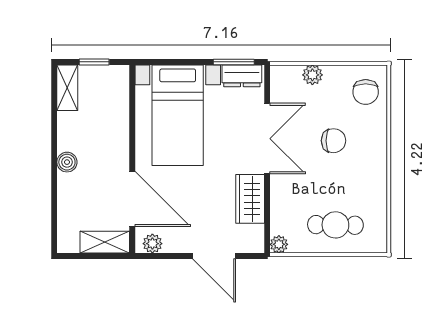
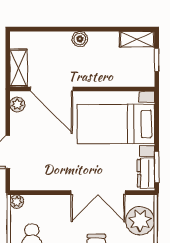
plant: (312, 75) -> (140, 221), width x1.88, depth x1.88
door: (132, 199) -> (52, 89), hinge flipped
wardrobe: (250, 199) -> (52, 180), removed

